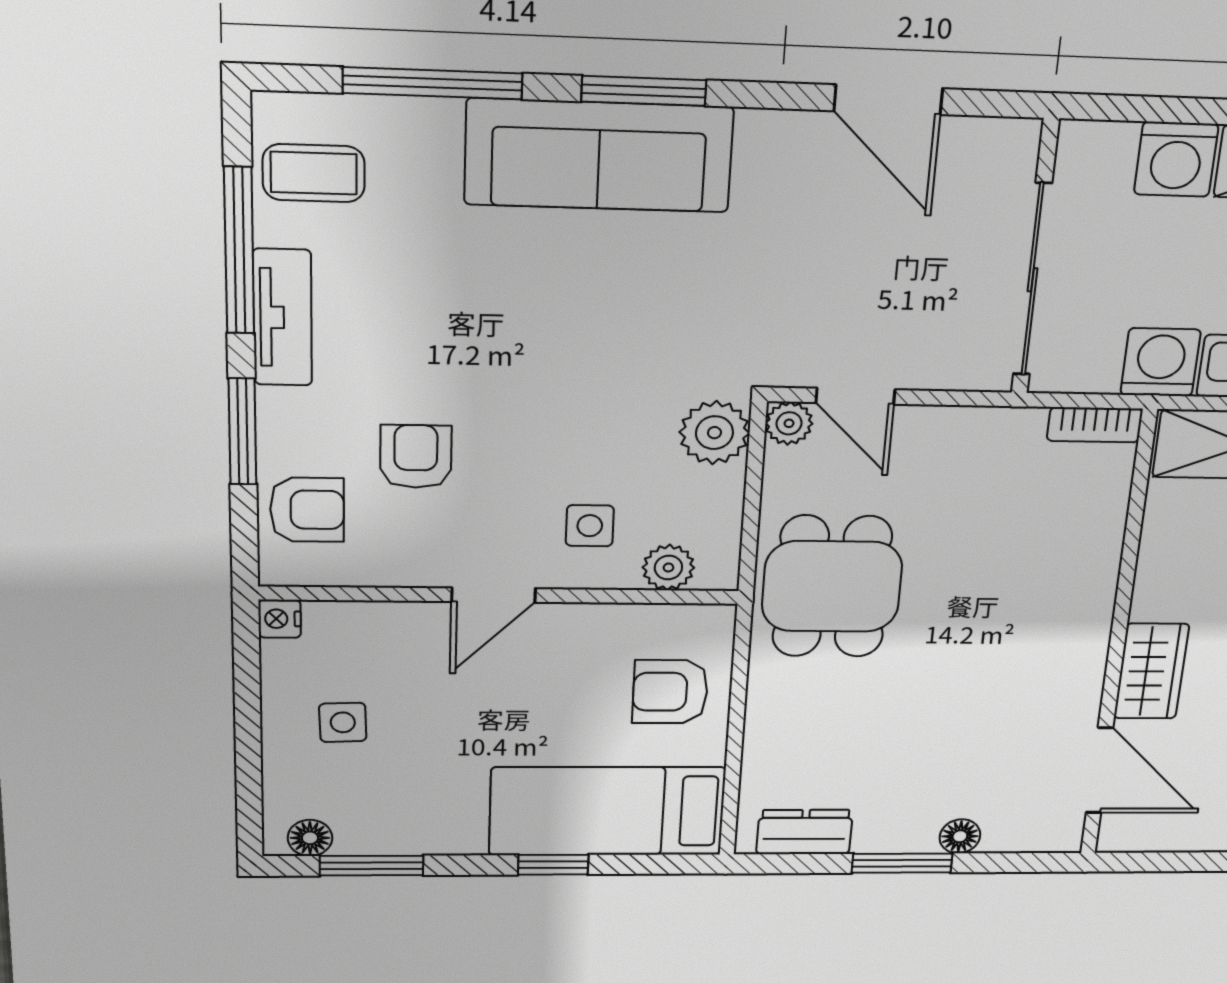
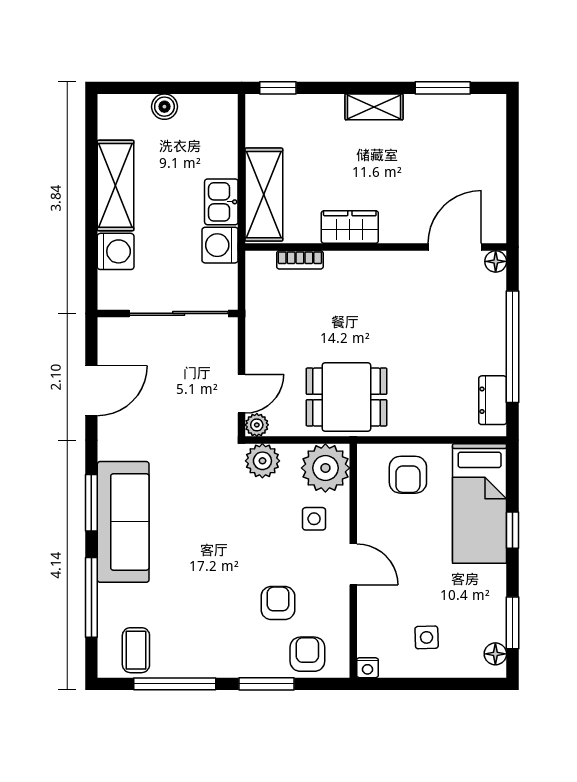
tv unit: (283, 318) -> (207, 665), removed
bookcase: (1095, 425) -> (300, 260), moved, turned 90
armchair: (416, 456) -> (278, 603), turned 90
plant: (668, 568) -> (325, 468), width x1.88, depth x1.88
wardrobe: (1151, 671) -> (350, 227), moved
floor lamp: (960, 836) -> (496, 261), moved
window: (902, 863) -> (512, 347), width x2.11

